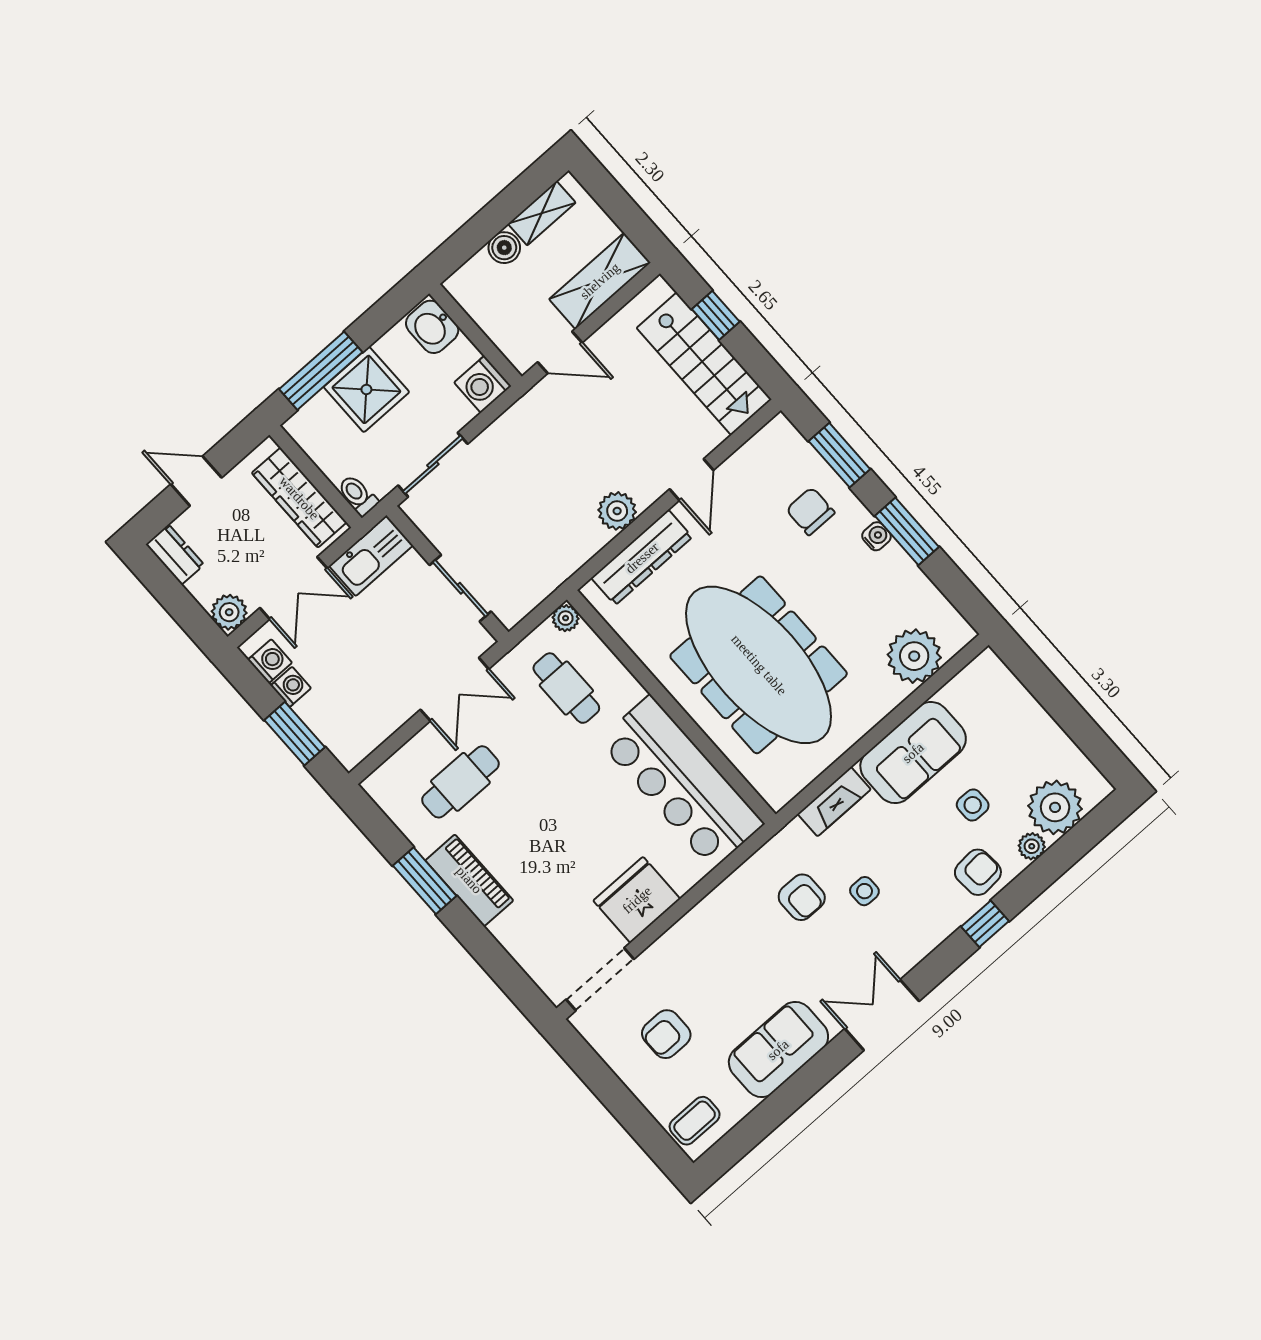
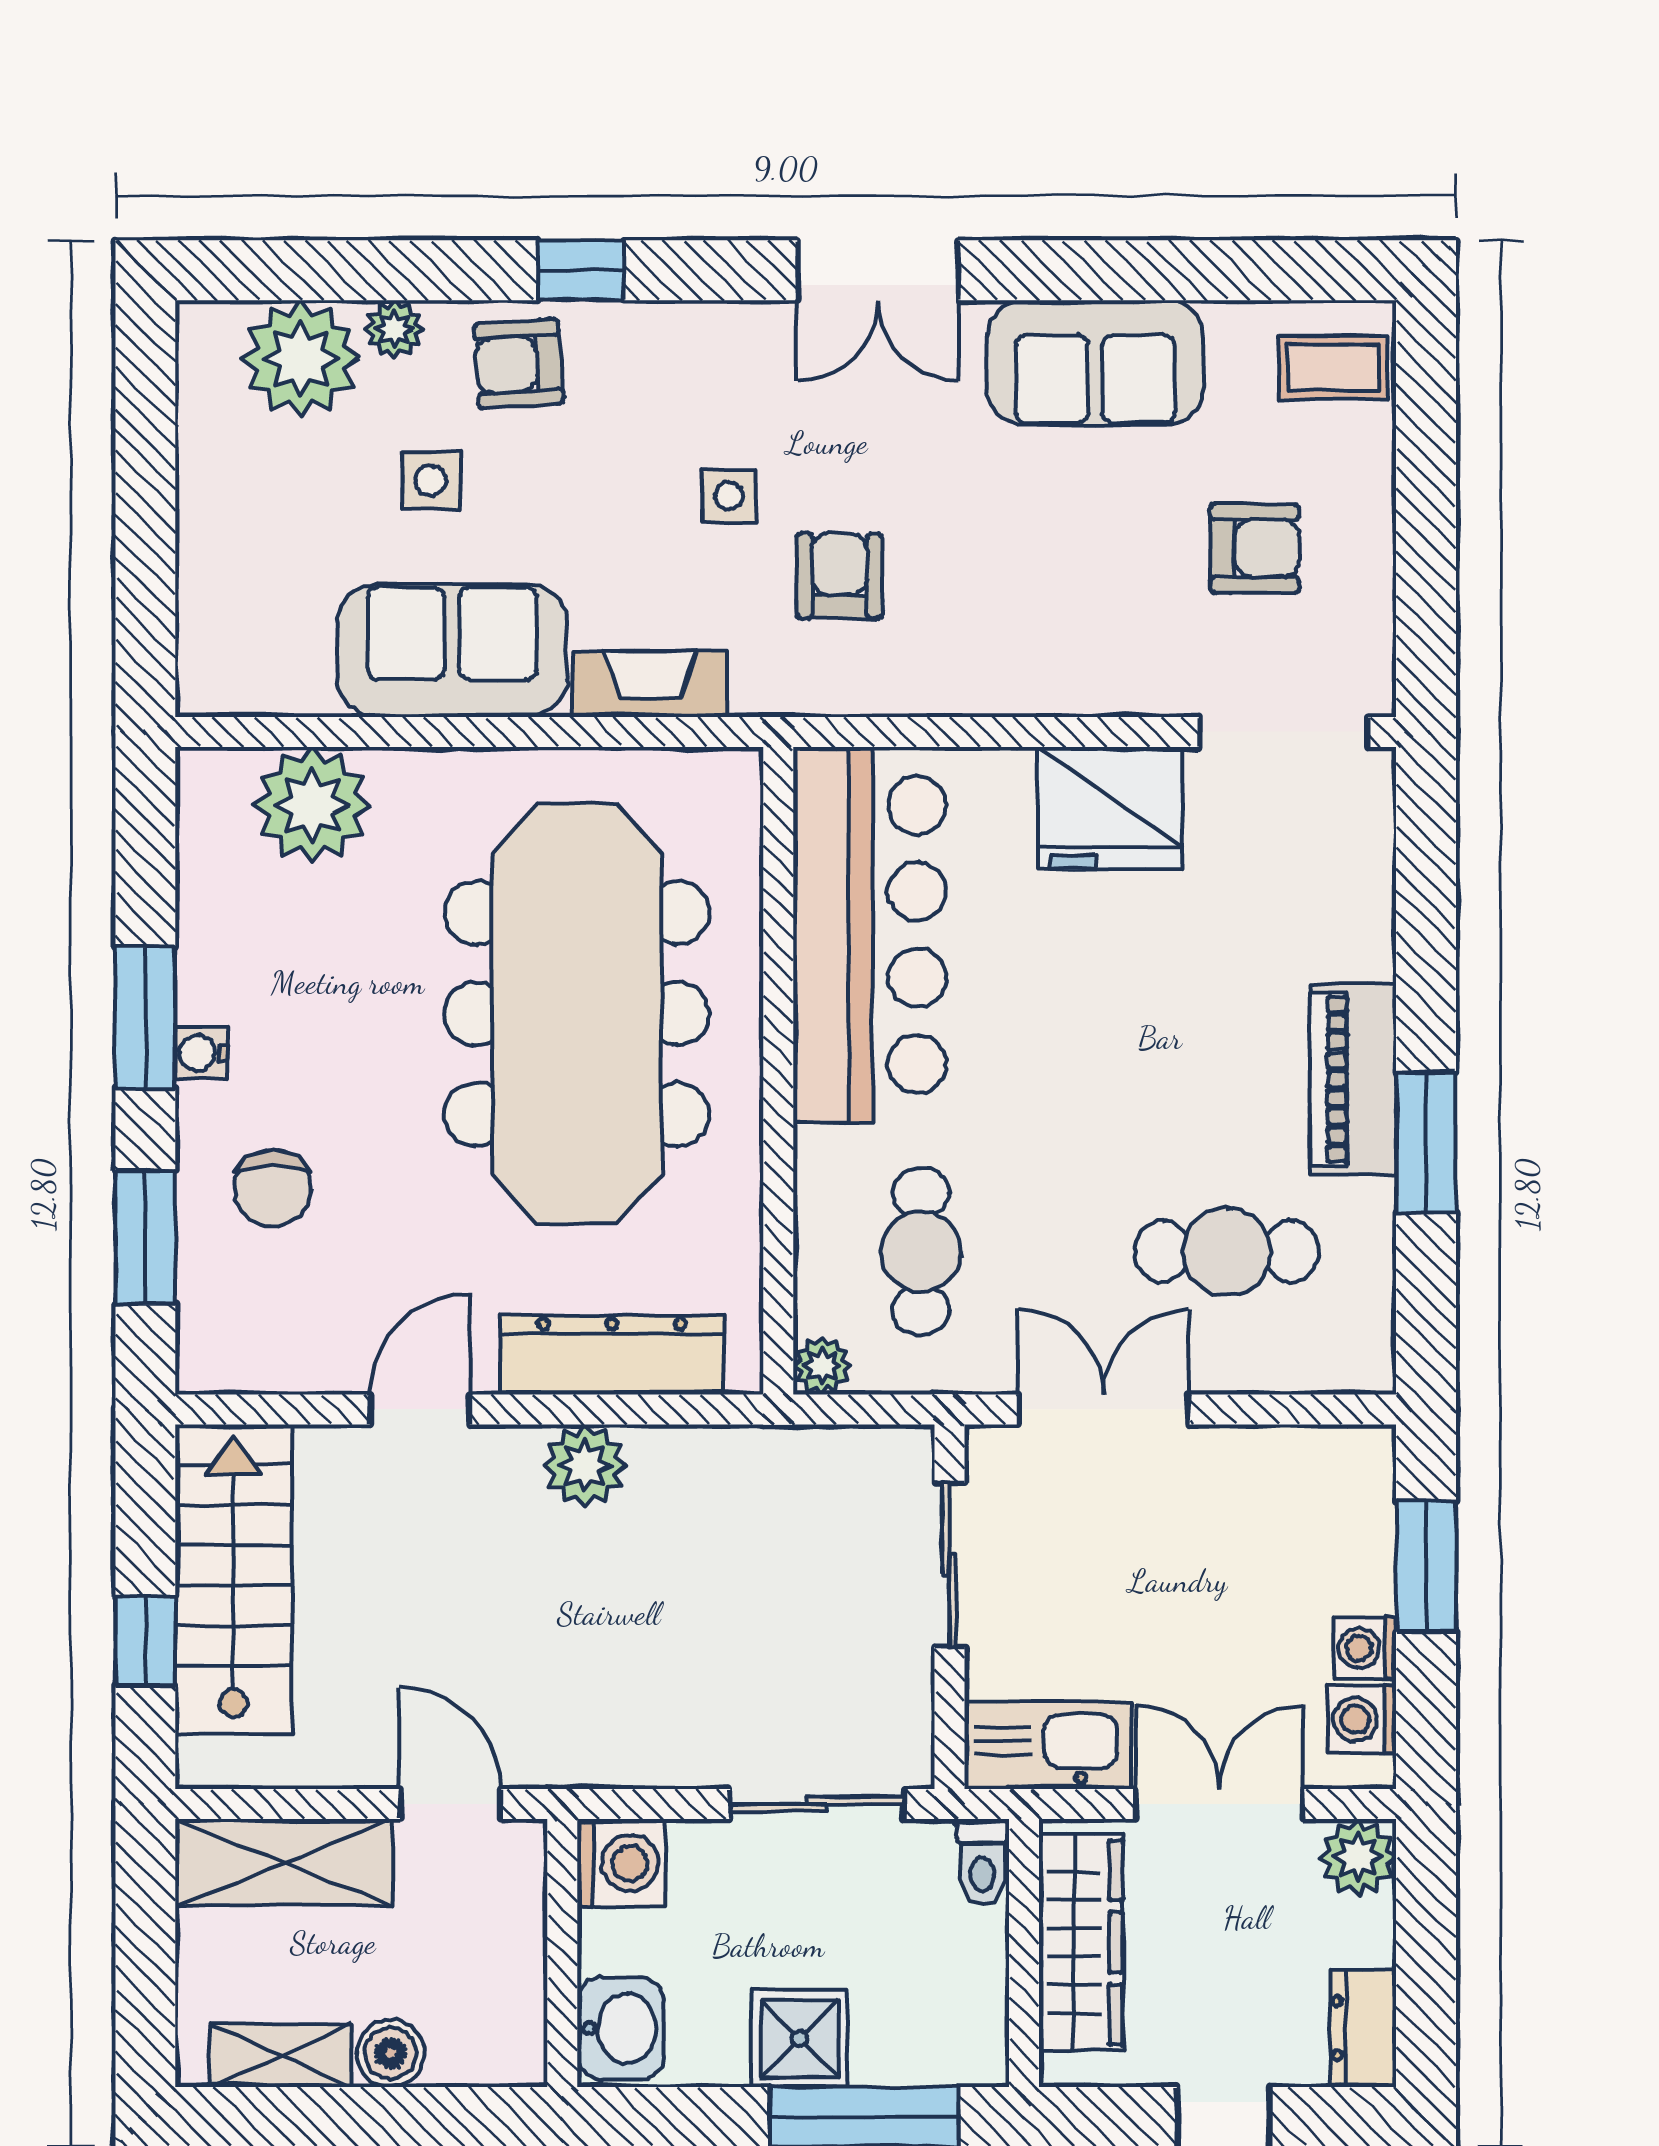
shower: (366, 389) -> (799, 2039), width x0.73, depth x0.73

